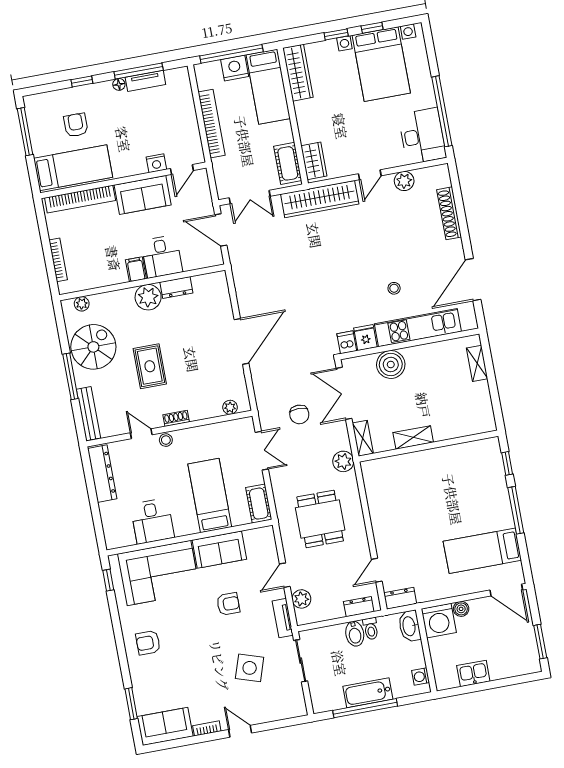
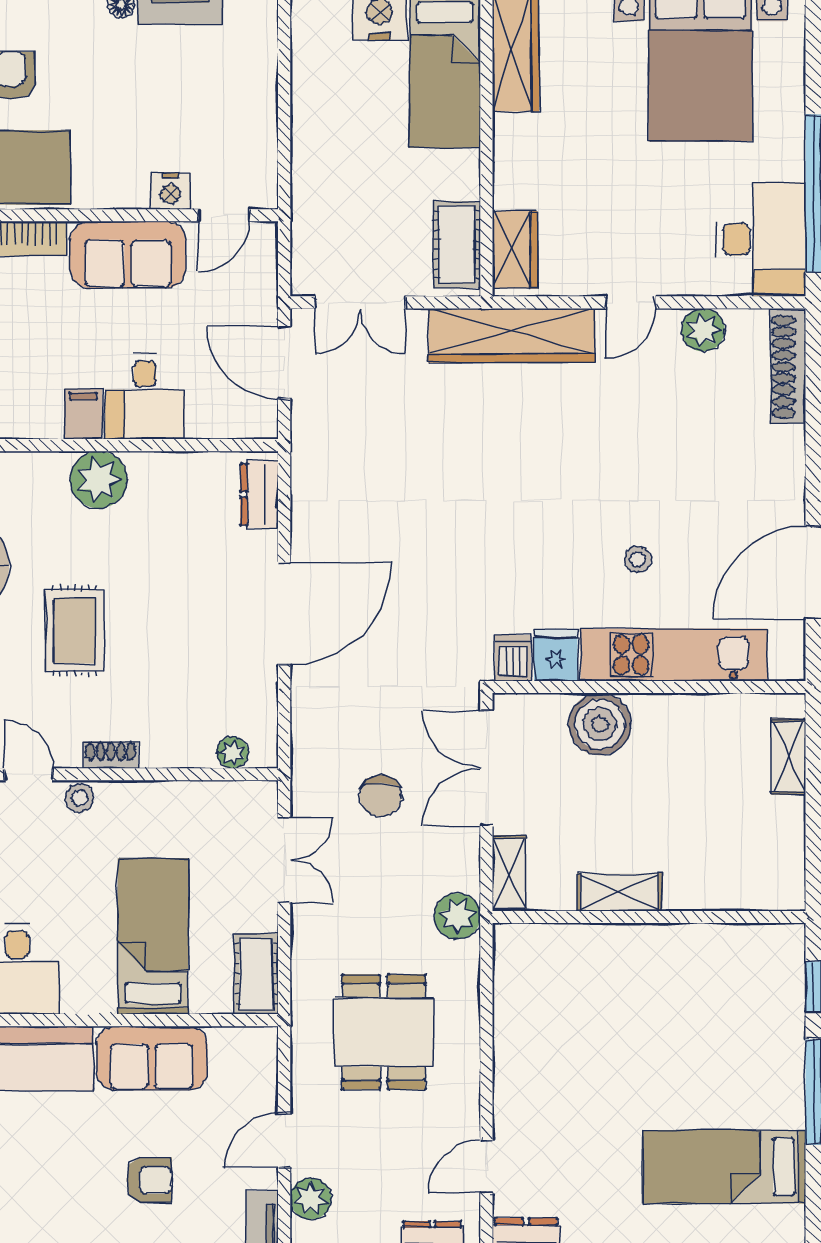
bookcase: (212, 124) -> (307, 127), removed
shoe rack: (449, 213) -> (788, 367), moved
dresser: (176, 288) -> (259, 494), moved, turned 90

